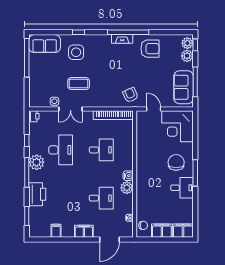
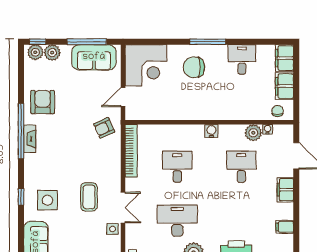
plant: (127, 188) -> (253, 133), moved
desk: (182, 188) -> (242, 59), moved

